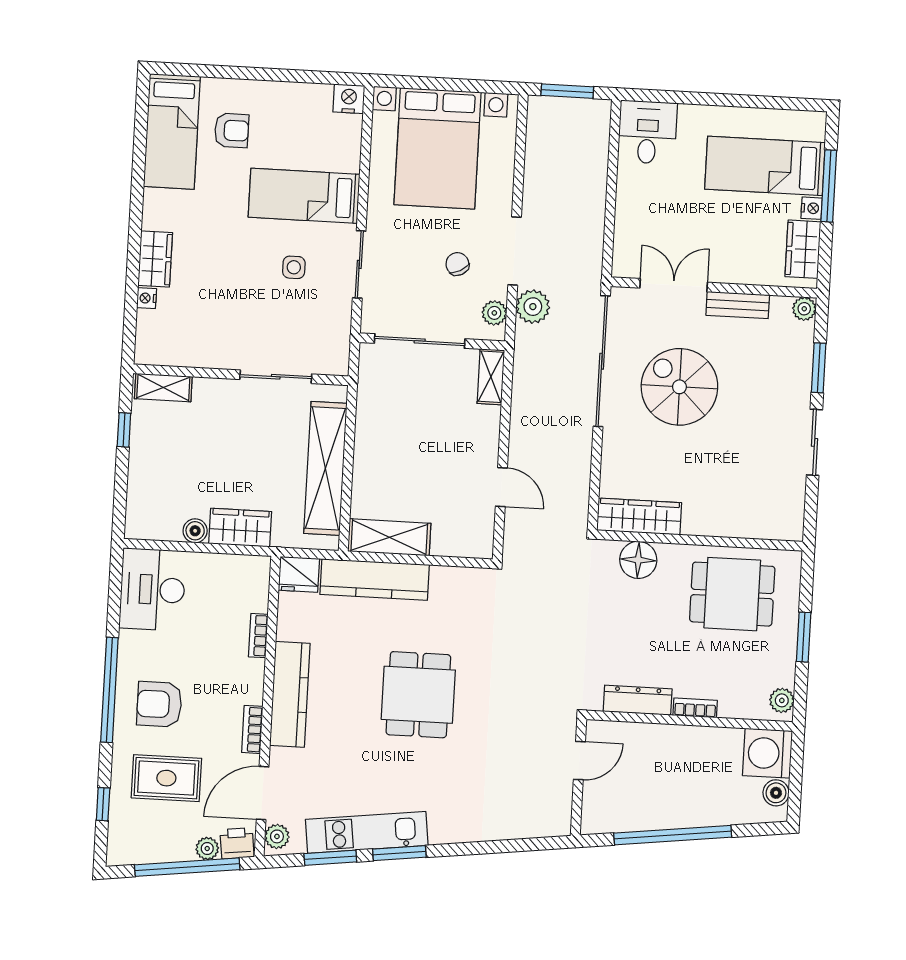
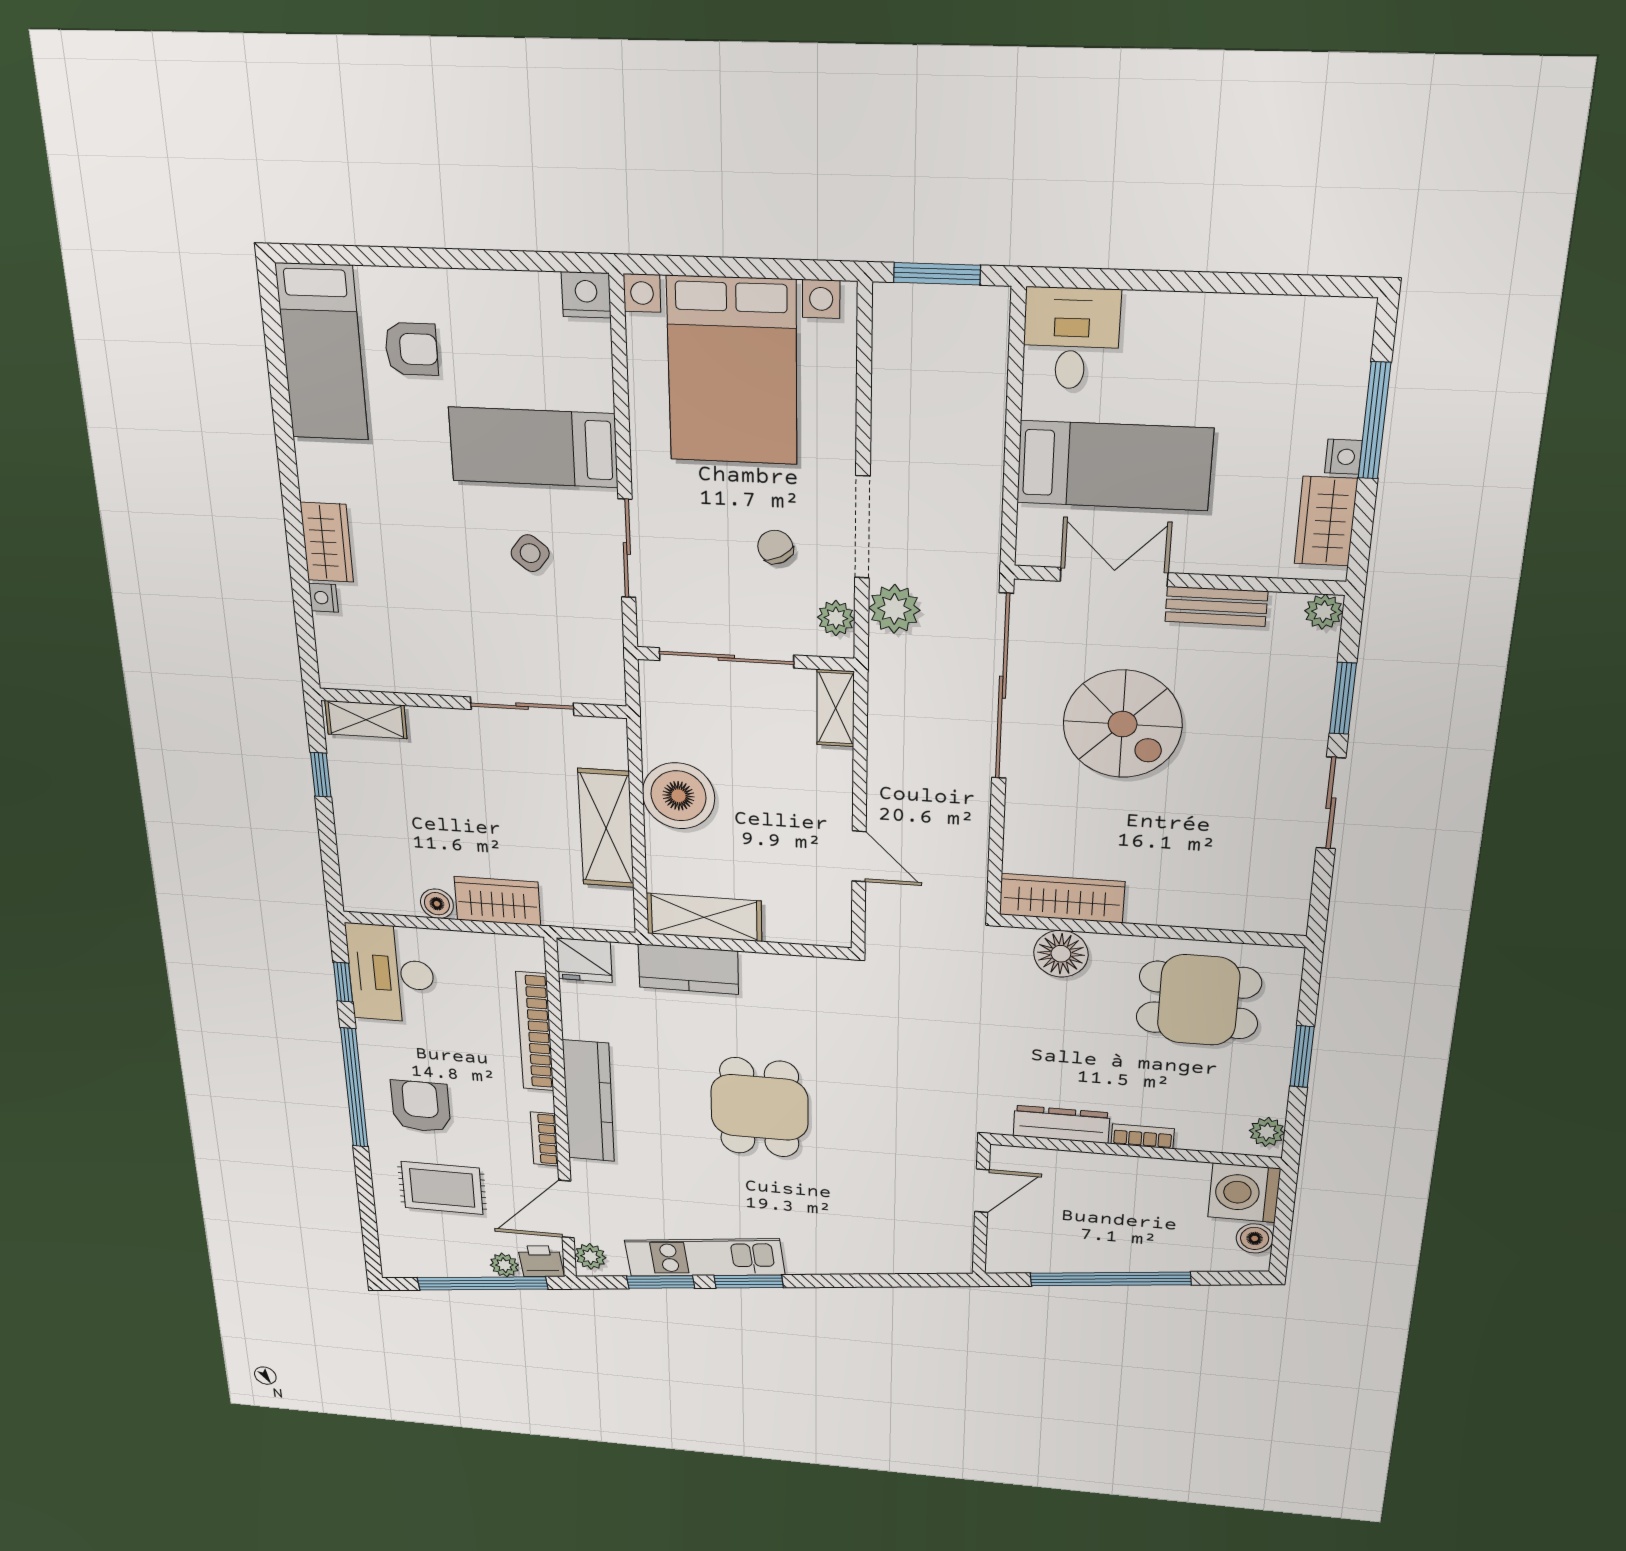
bed: (765, 166) -> (1114, 466), moved, turned 180
side table: (294, 267) -> (530, 553), turned 38
spiral stairs: (679, 387) -> (1123, 724), turned 180
boiler: (379, 443) -> (678, 796), added
shelving: (325, 468) -> (606, 828), width x0.68
kitchen counter: (375, 580) -> (688, 969), width x0.67
bookcase: (258, 636) -> (535, 1032), width x2.31, depth x1.31
armchair: (159, 704) -> (421, 1106), turned 90
window: (103, 804) -> (343, 982), moved

